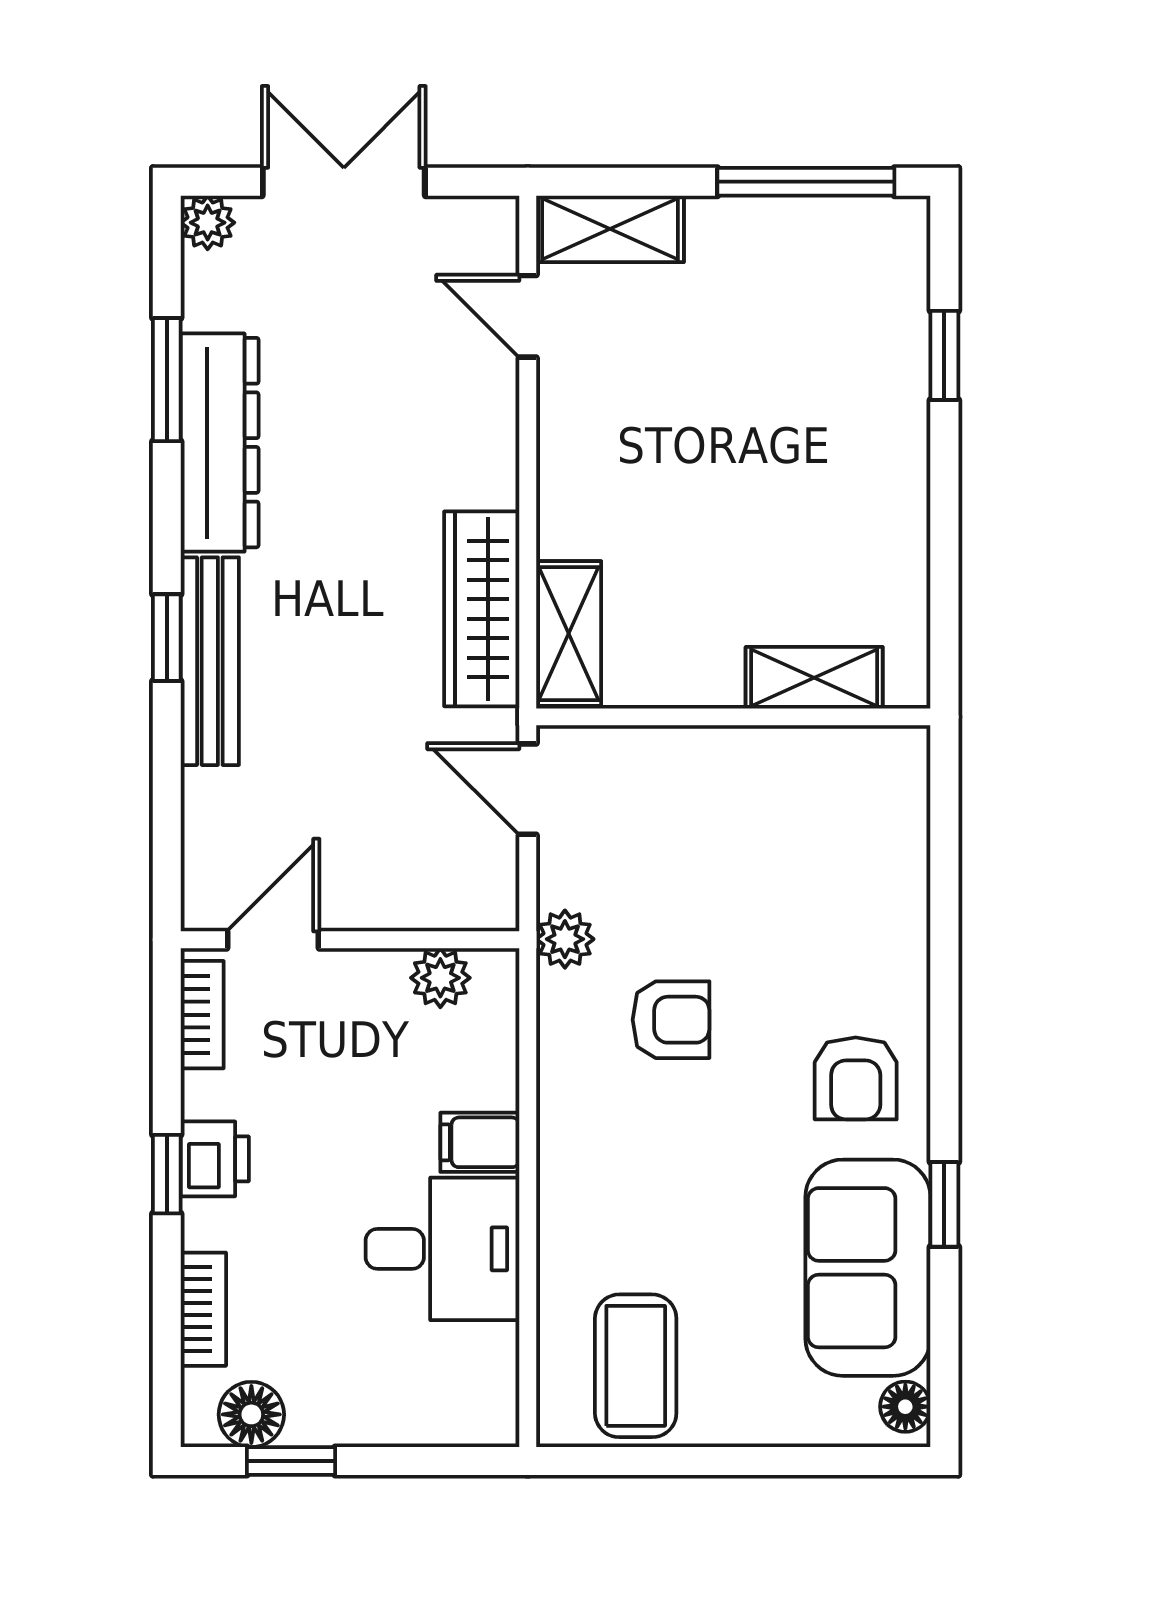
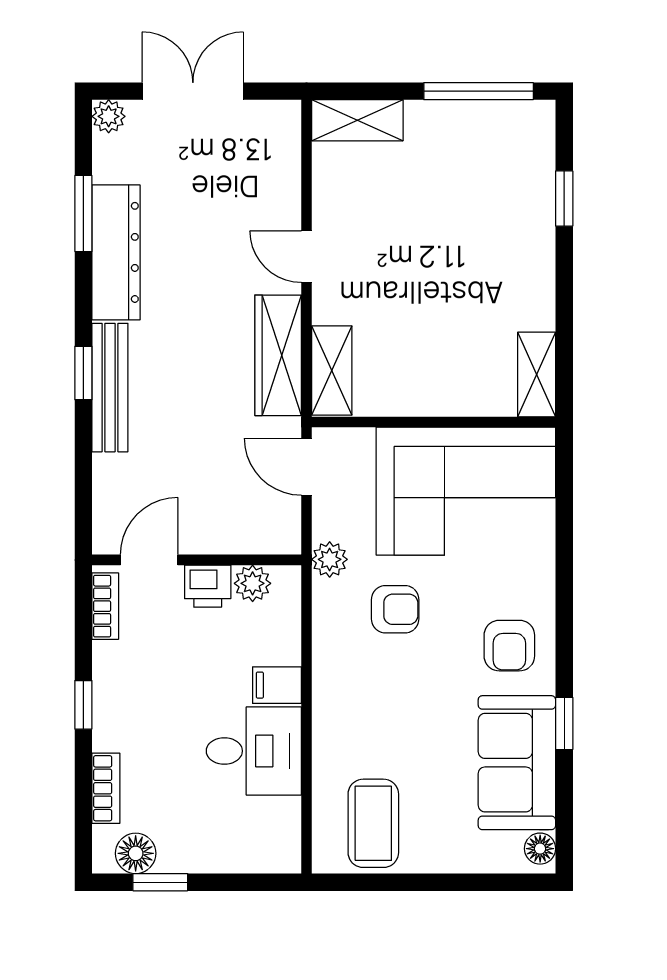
door: (528, 316) -> (307, 257), moved
shelving: (814, 678) -> (537, 375), moved, turned 90
corner sofa: (785, 829) -> (466, 491), added
printer: (215, 1159) -> (208, 586), moved, turned 90

